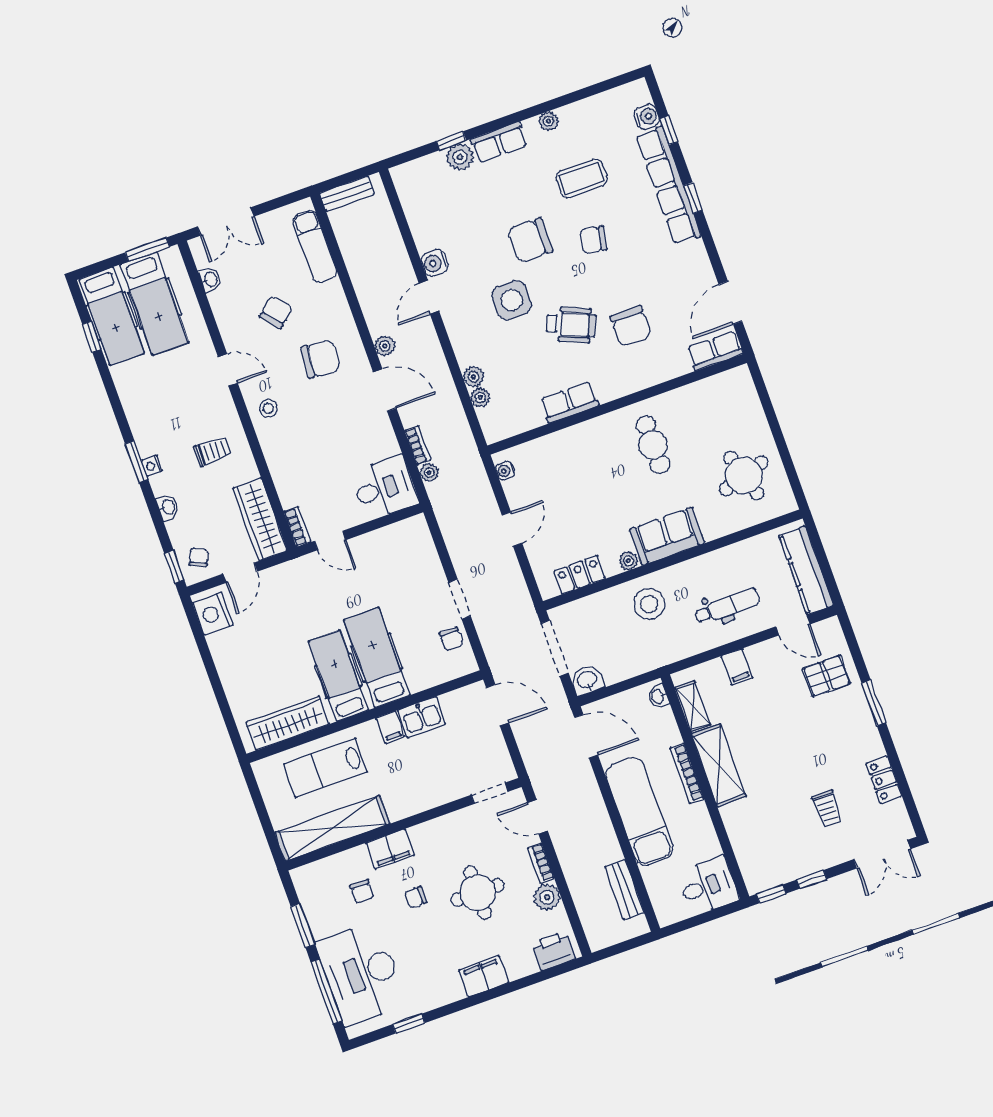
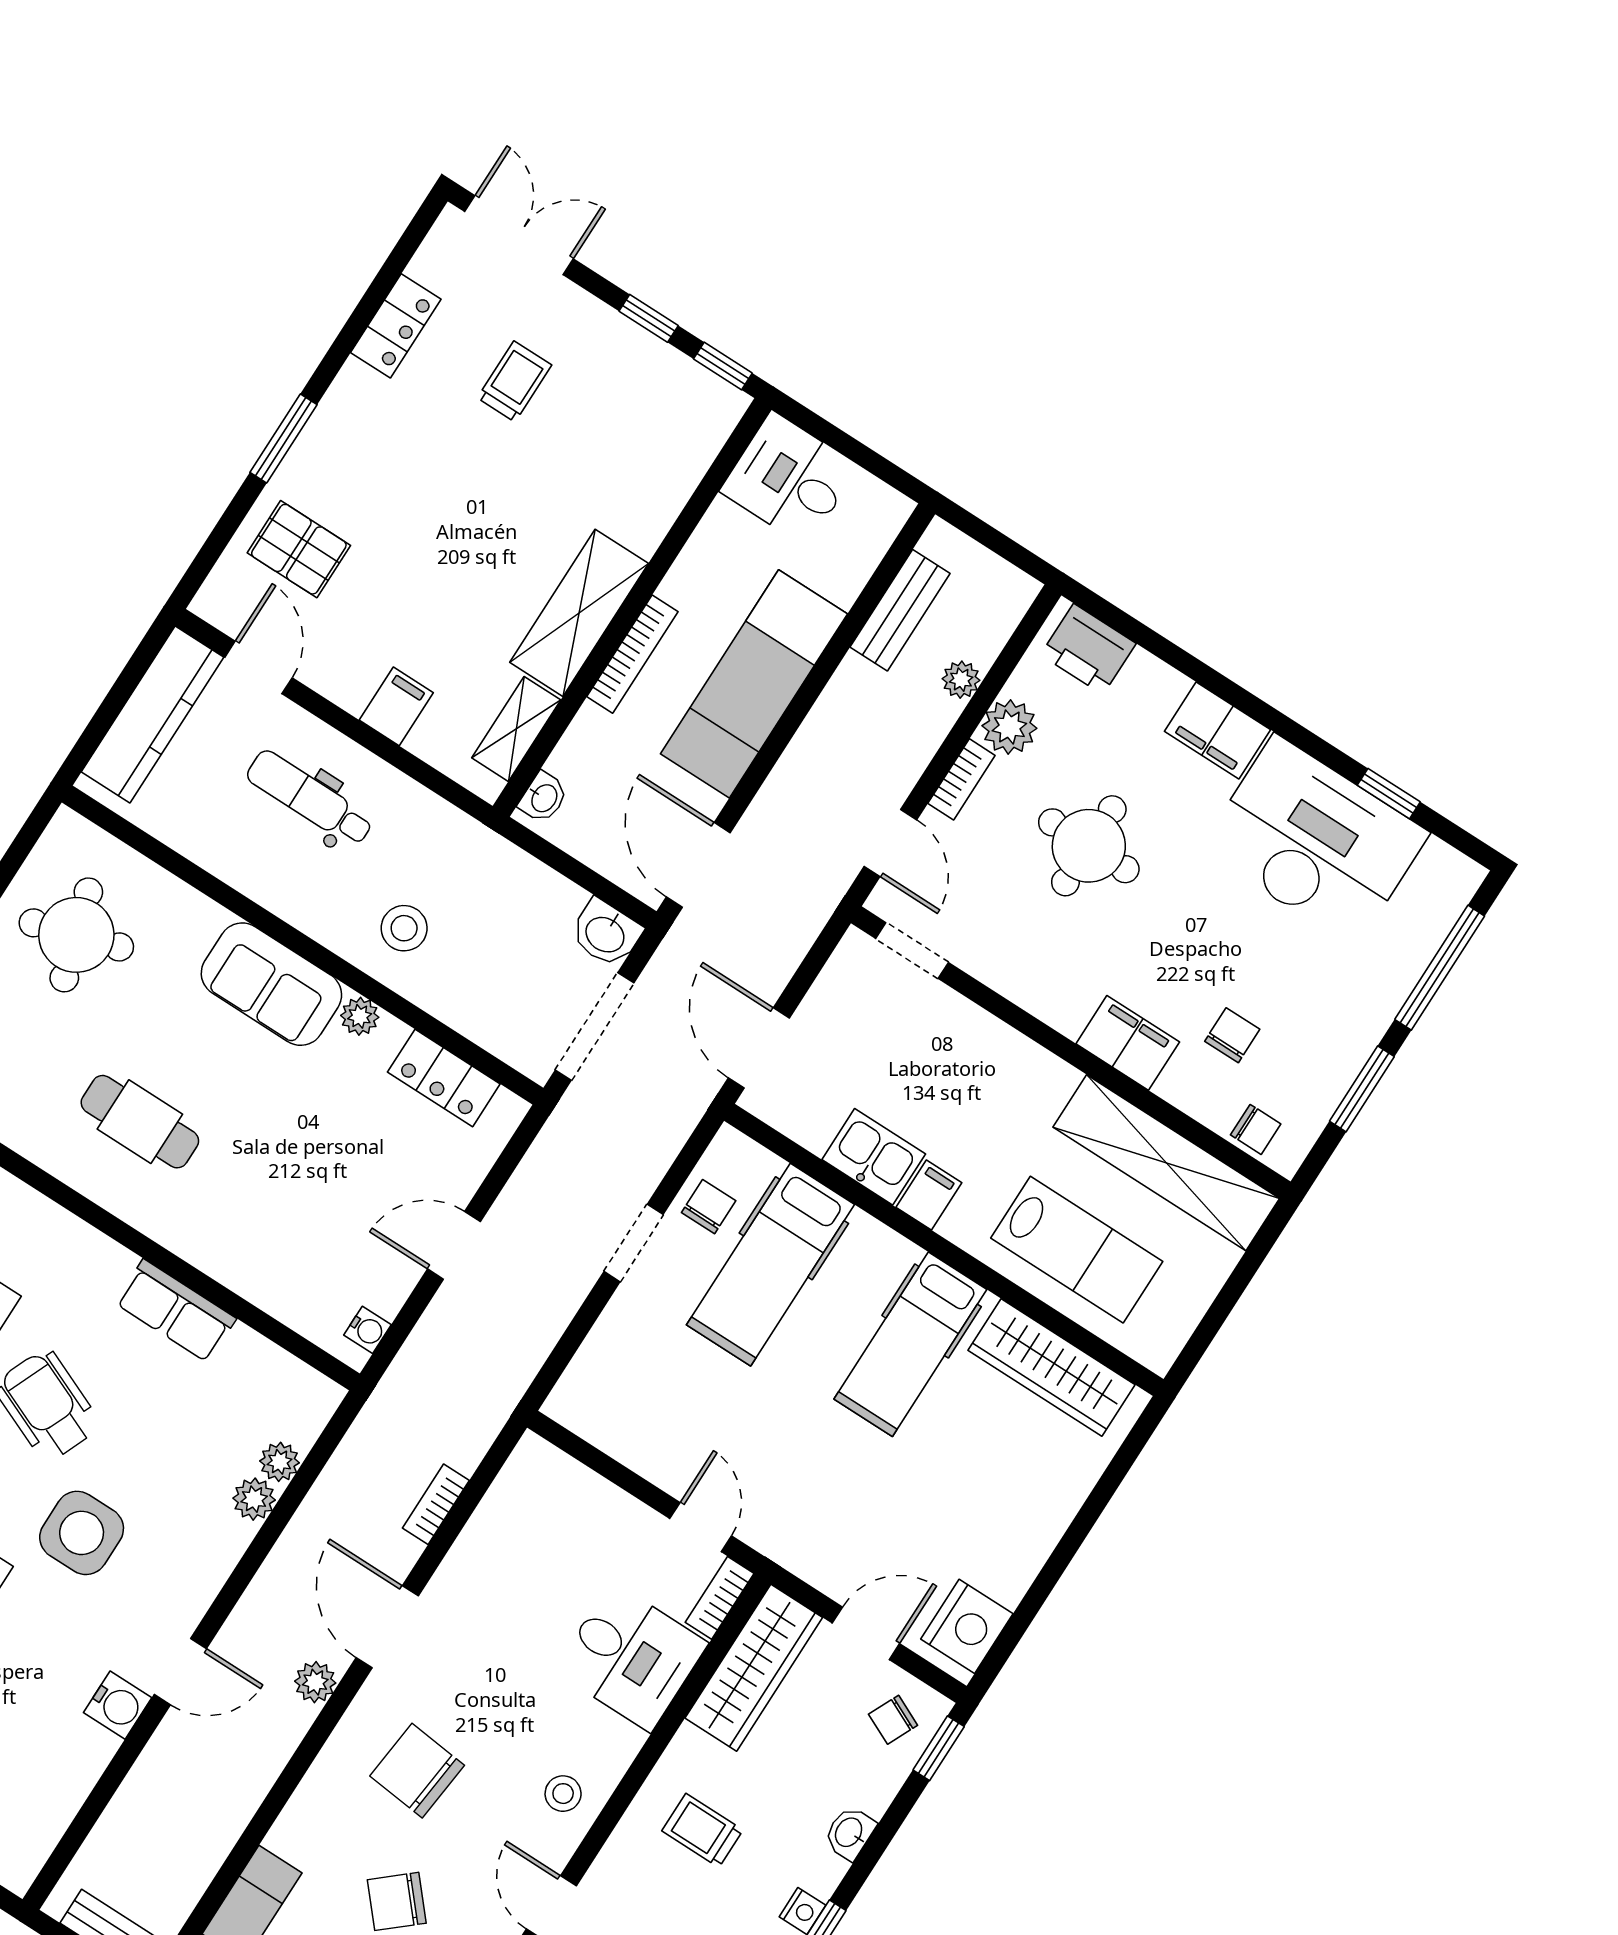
cafe table: (653, 445) -> (140, 1122), turned 90
plant: (429, 473) -> (961, 680), moved
desk: (384, 488) -> (631, 1657), moved, turned 180
stool: (649, 604) -> (404, 928), width x0.73, depth x0.73
hospital bed: (377, 657) -> (771, 1265), moved
chair: (416, 897) -> (1256, 1129), moved
desk: (361, 974) -> (1315, 841), moved, turned -90

